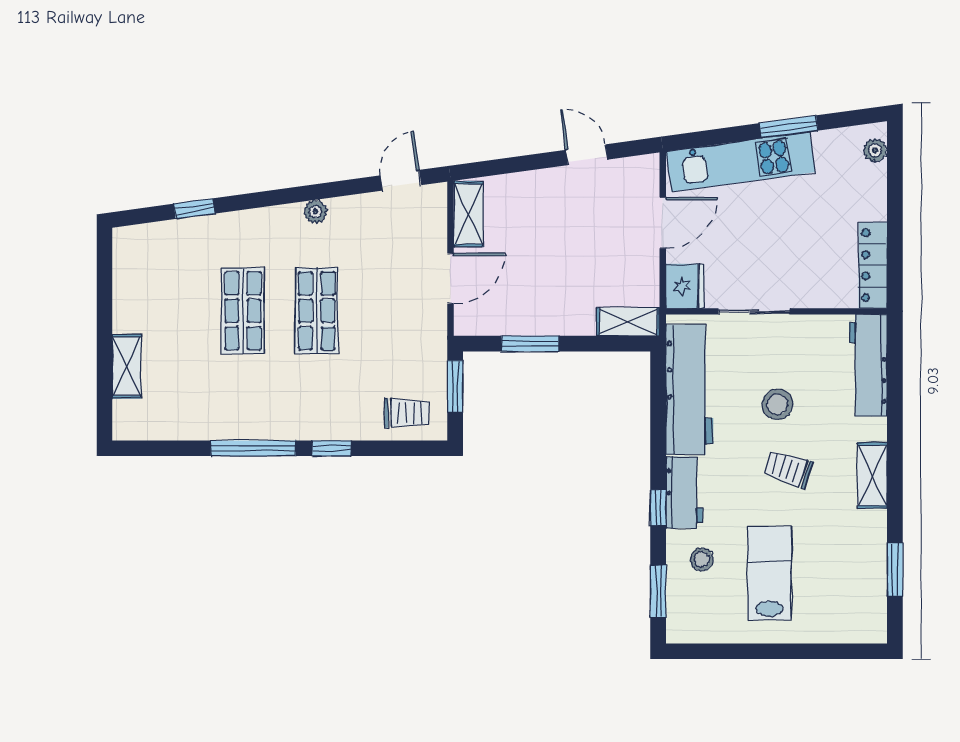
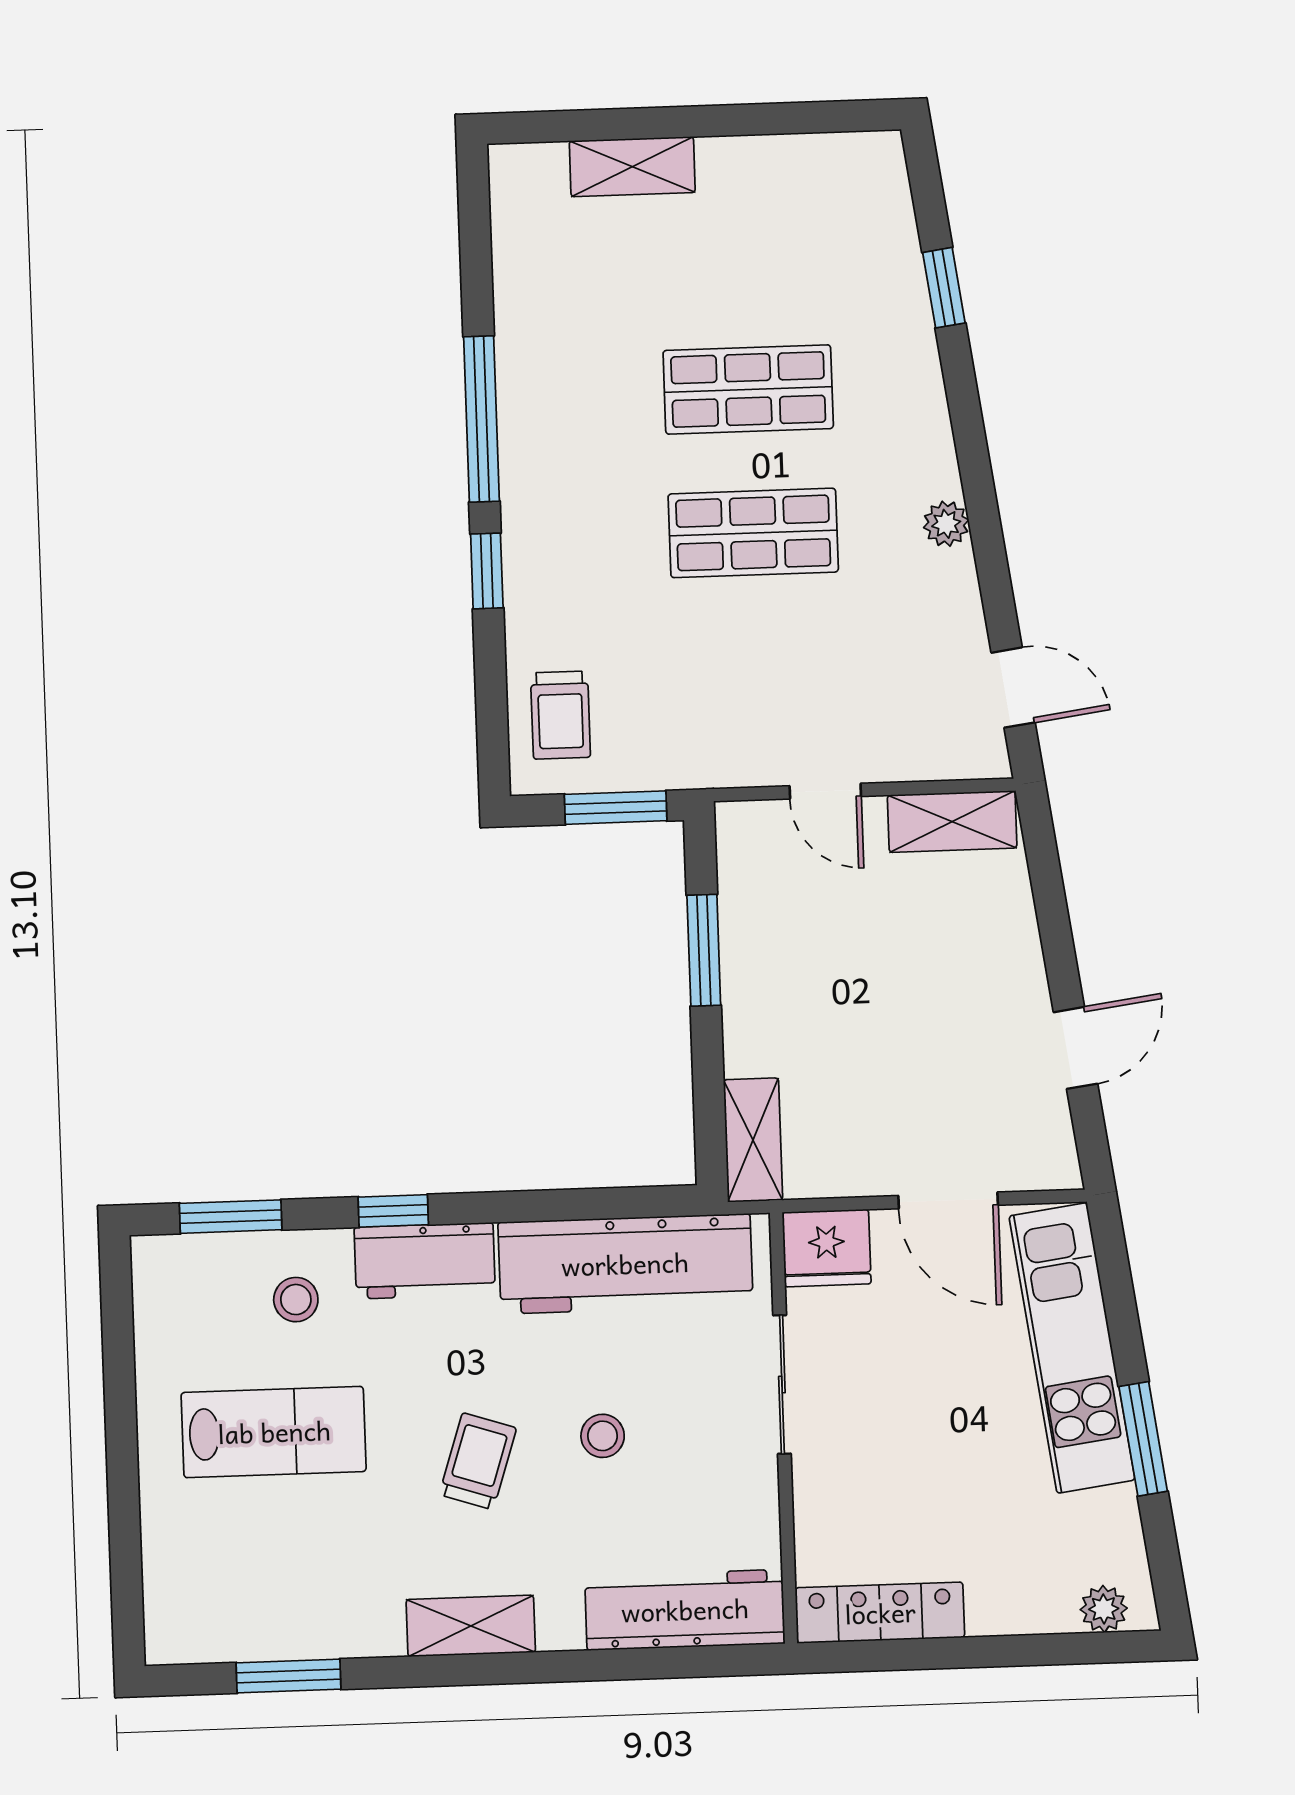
door: (451, 278) -> (825, 791), width x0.73
stool: (777, 404) -> (603, 1436), width x0.73, depth x0.73

